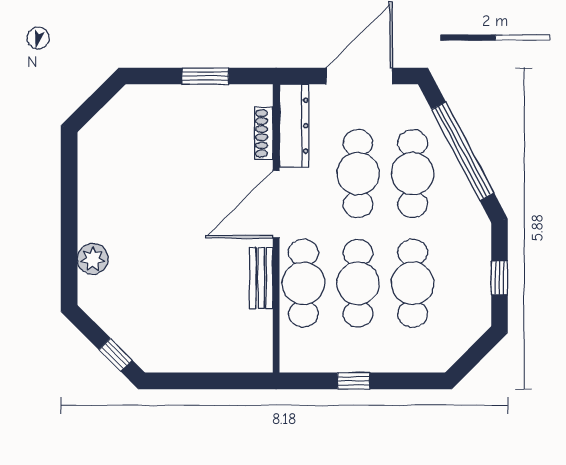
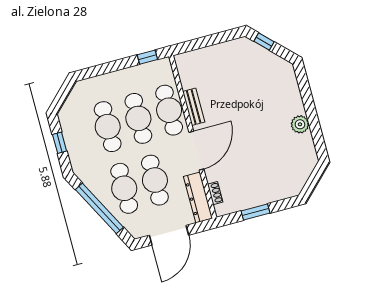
shoe rack: (264, 133) -> (215, 193), width x0.70
plant: (93, 259) -> (300, 124), moved
window: (354, 381) -> (147, 57), moved

